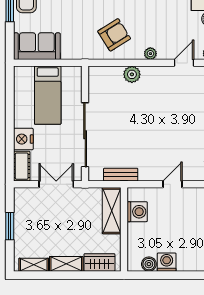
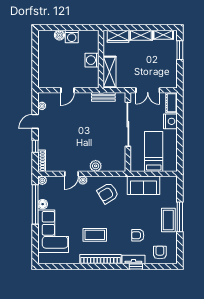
sofa: (37, 46) -> (143, 185), moved
door: (184, 63) -> (72, 174), moved
washing machine: (137, 212) -> (92, 60), moved
window: (10, 226) -> (180, 50), moved
boiler: (149, 264) -> (59, 35), moved

